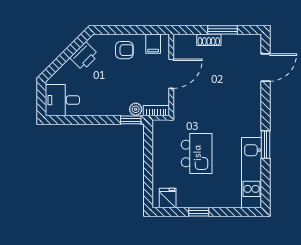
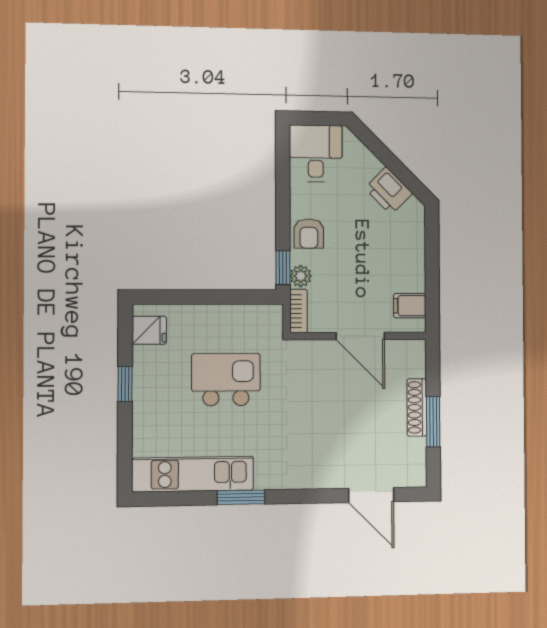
shoe rack: (209, 40) -> (417, 407), width x1.43
armchair: (124, 50) -> (309, 234), moved
kitchen island: (197, 153) -> (226, 380), turned 180

